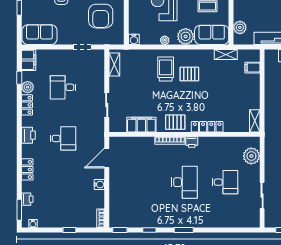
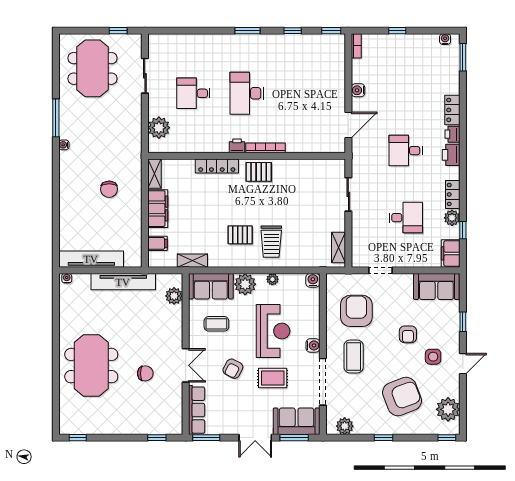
filing cabinet: (141, 125) -> (158, 209), moved, turned -90
printer: (27, 199) -> (453, 134), moved

